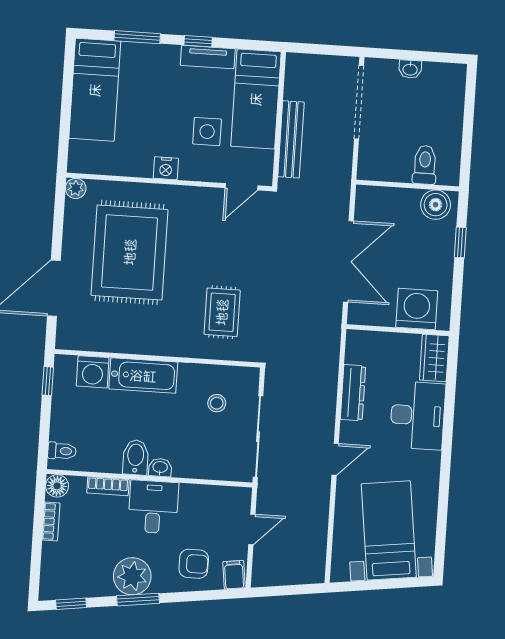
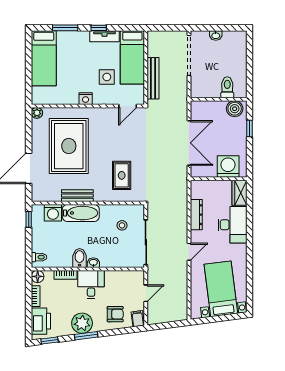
bench: (139, 344) -> (77, 196), added
printer: (58, 567) -> (41, 321), added

